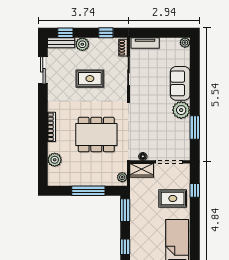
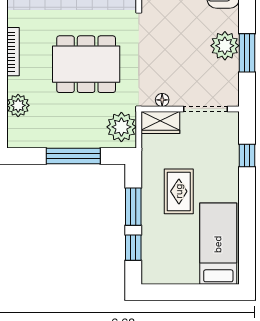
plant: (181, 110) -> (225, 46), moved
plant: (122, 177) -> (121, 127), width x1.88, depth x1.88
rug: (173, 198) -> (179, 191), moved, turned 90
window: (125, 210) -> (133, 207), moved

